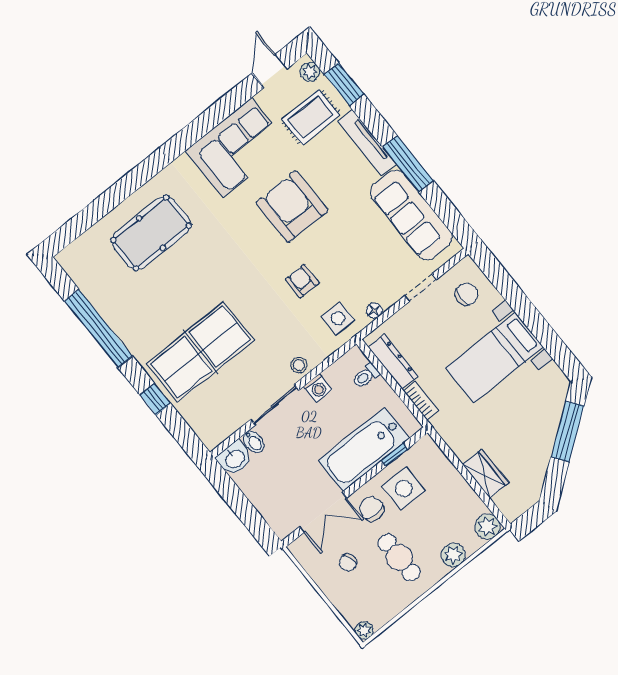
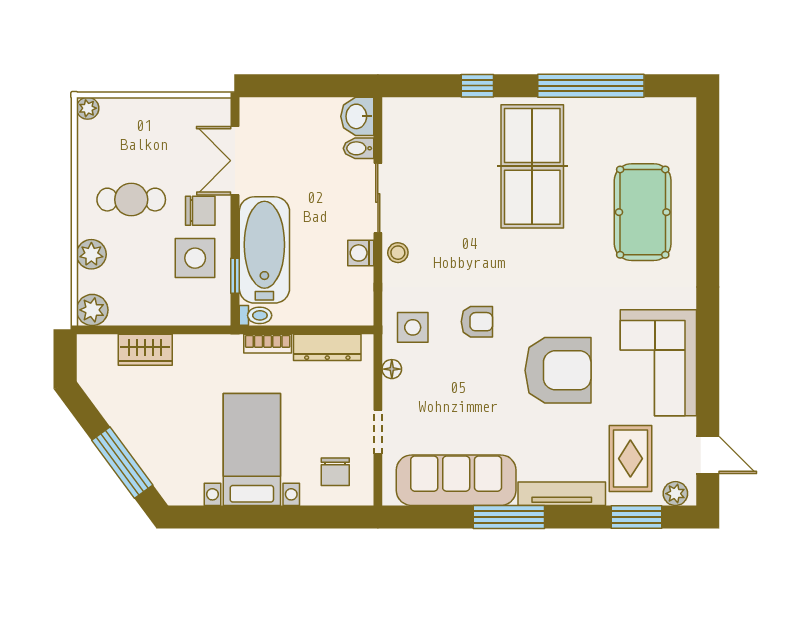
table tennis table: (200, 352) -> (532, 166), moved
toilet: (366, 376) -> (255, 315), moved, turned 90
chair: (348, 563) -> (166, 145), removed

